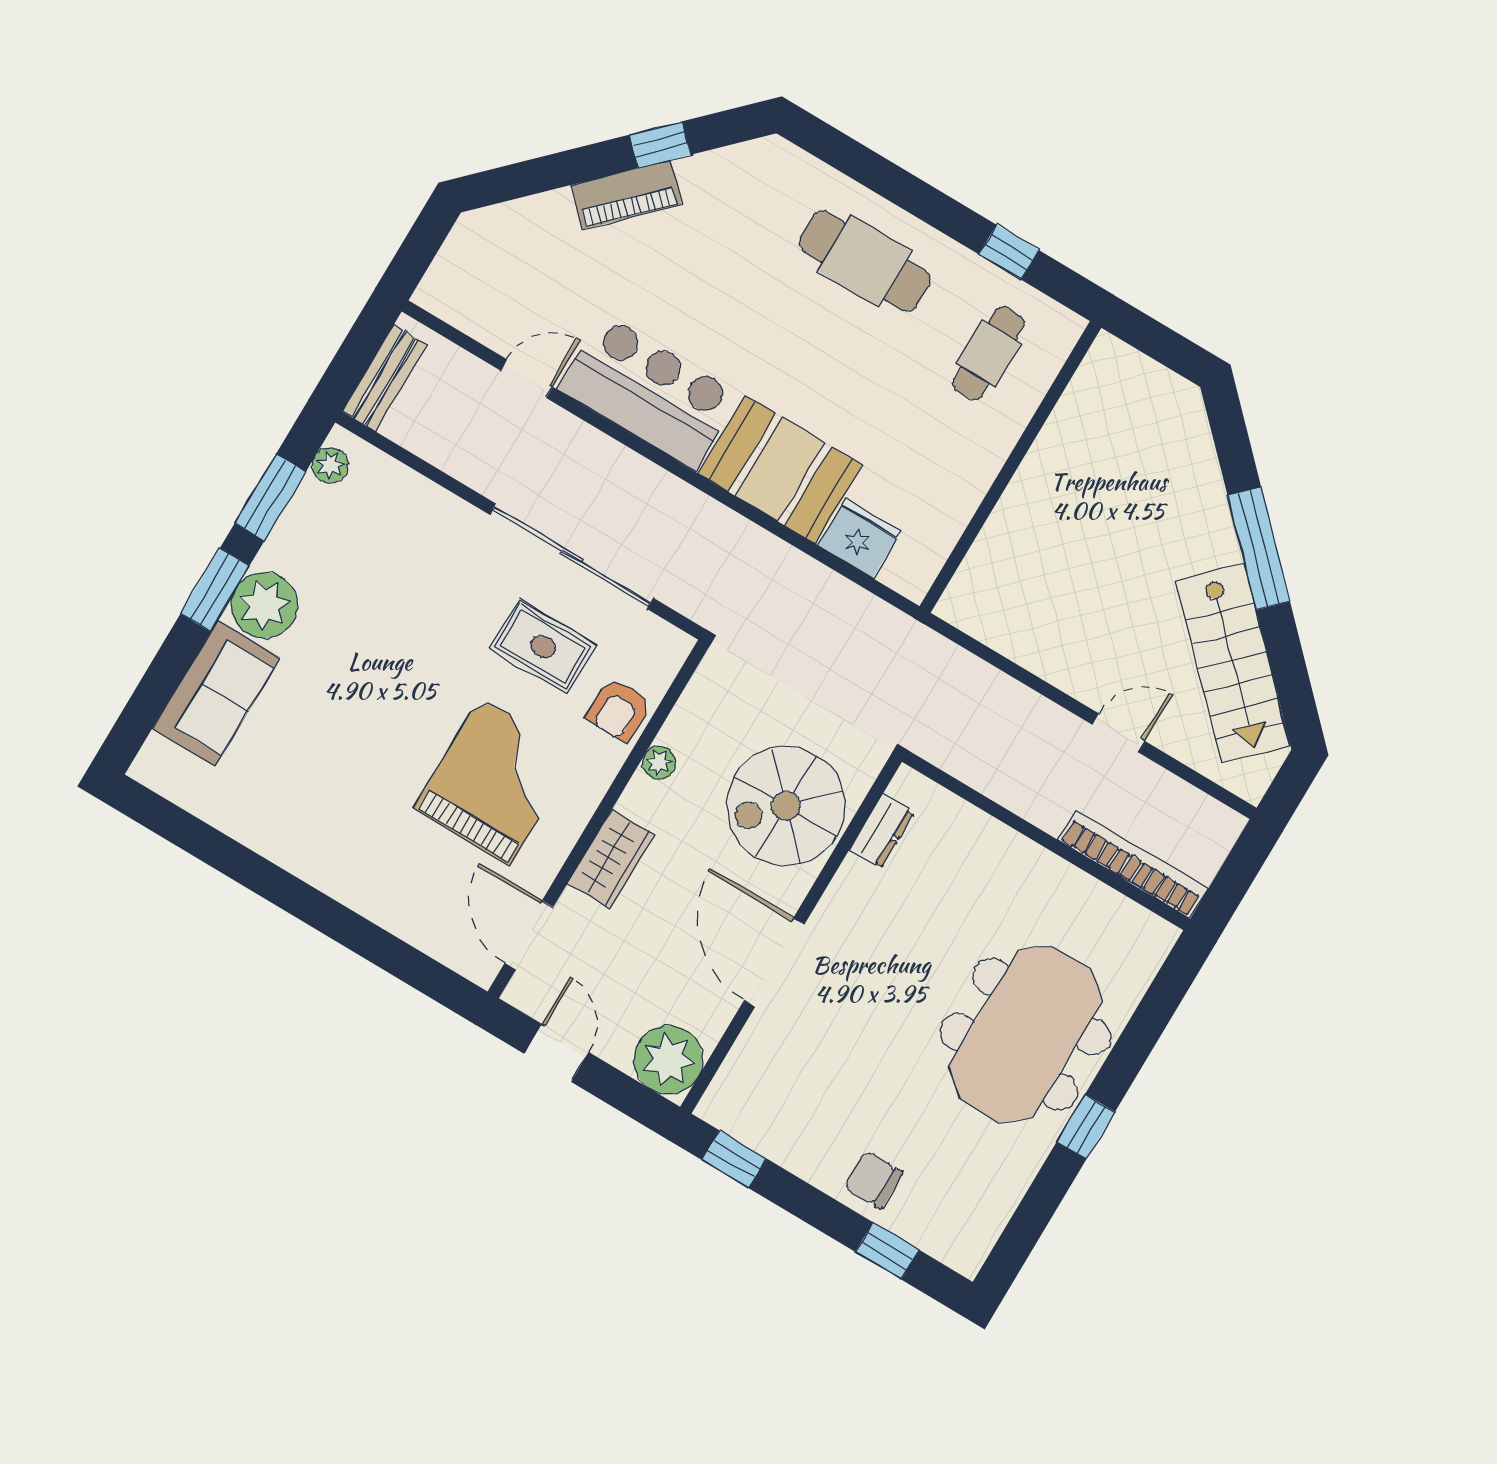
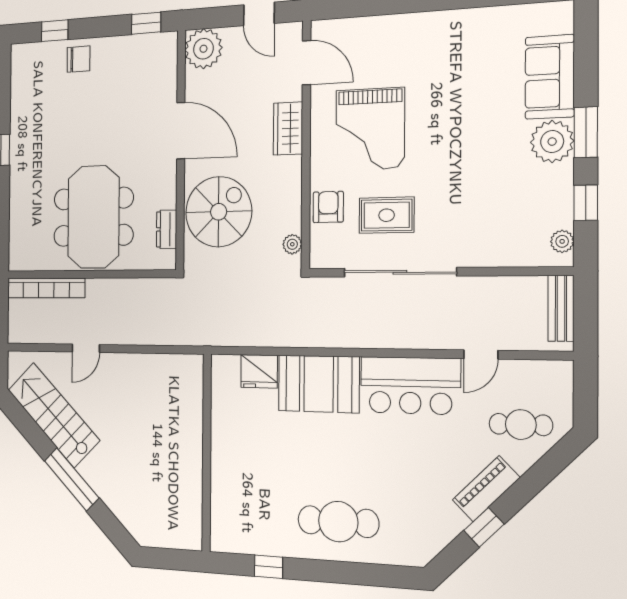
cafe table: (988, 353) -> (521, 425), moved, turned 90
window: (270, 497) -> (586, 203), width x0.67
plant: (659, 763) -> (292, 244), moved
meeting table: (1025, 1034) -> (93, 217), moved

